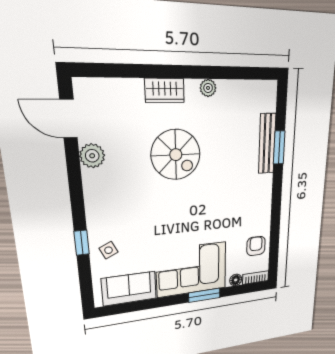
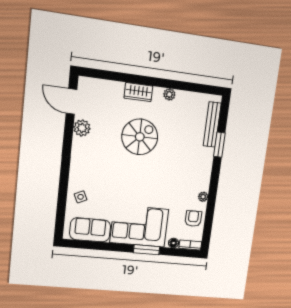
bench: (267, 144) -> (212, 125), moved
spiral stairs: (176, 155) -> (140, 137), turned -90
plant: (265, 217) -> (203, 197), added
window: (82, 243) -> (63, 187), removed

